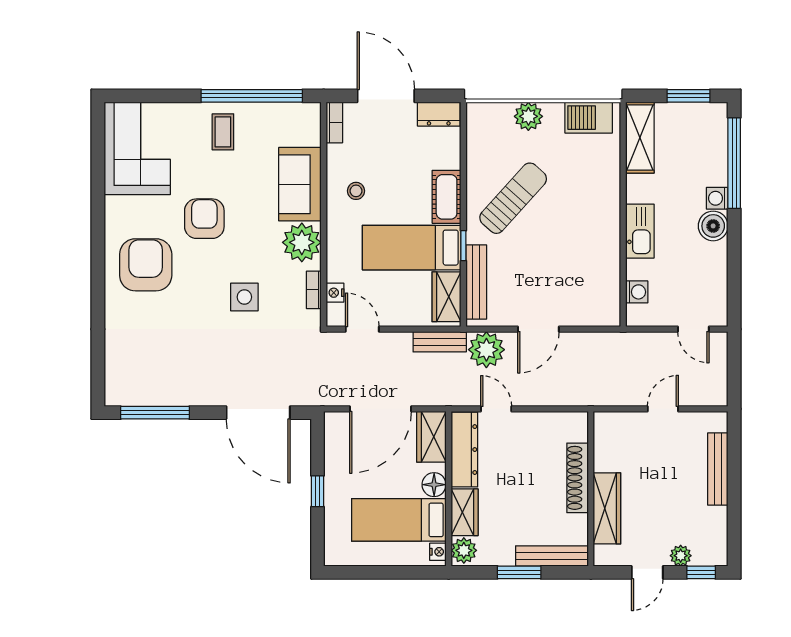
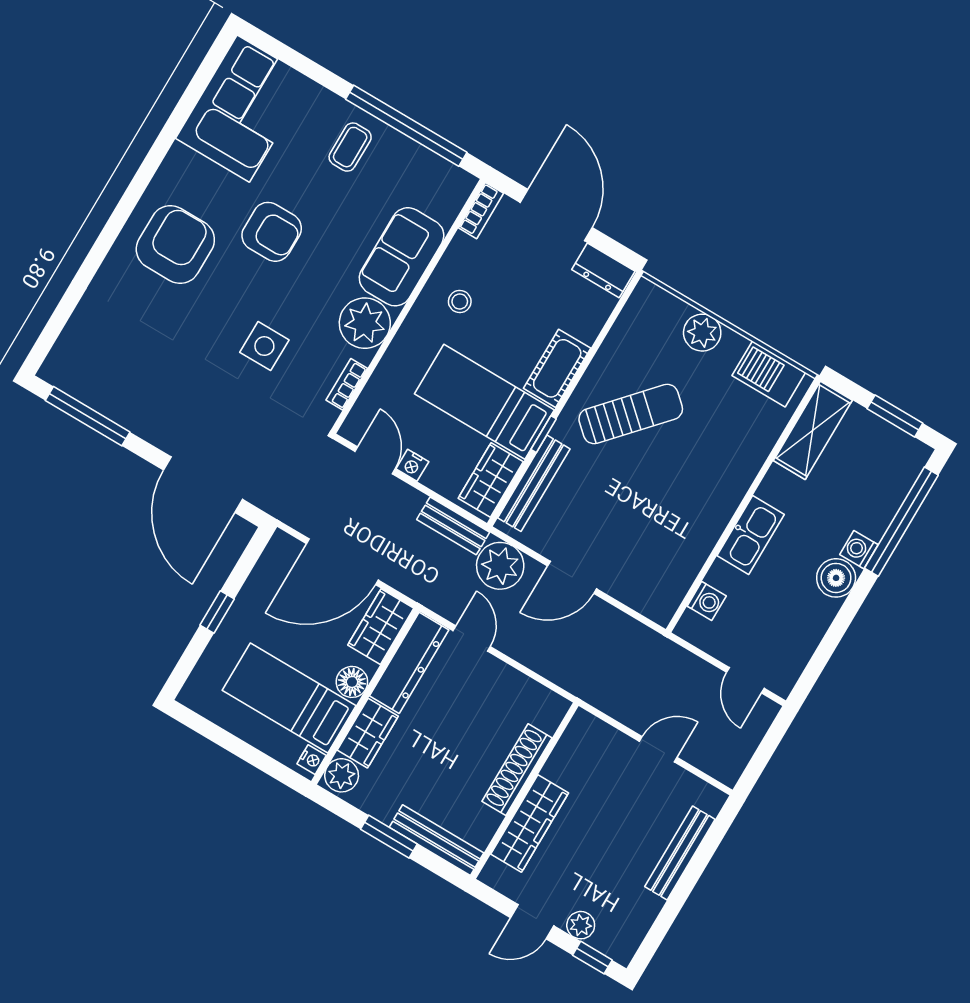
armchair: (204, 219) -> (272, 232), turned 90
nightstand: (335, 293) -> (412, 465), moved, turned -90

